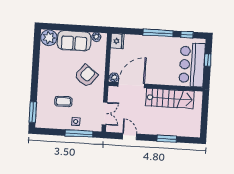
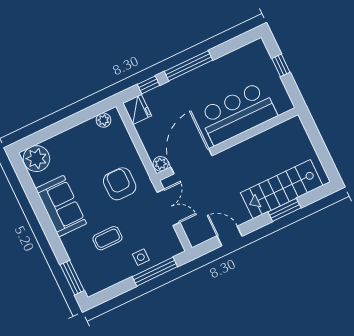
window: (187, 35) -> (149, 85), moved
sofa: (74, 41) -> (61, 206), moved, turned -90
bar counter: (192, 65) -> (238, 113), moved, turned 90
armchair: (86, 76) -> (120, 184), turned -38
stairs: (170, 98) -> (282, 189), moved, turned 180
double door: (105, 113) -> (168, 207), moved

